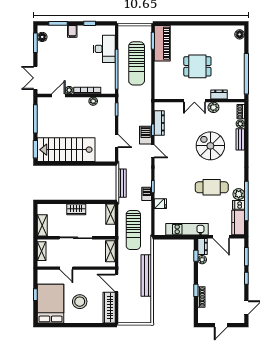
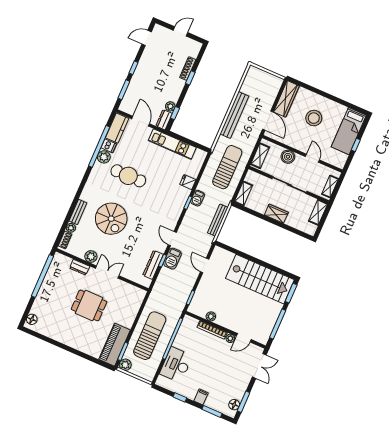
plant: (146, 31) -> (125, 365), added
boiler: (87, 260) -> (288, 157), added
bed: (51, 304) -> (349, 131), width x0.67

